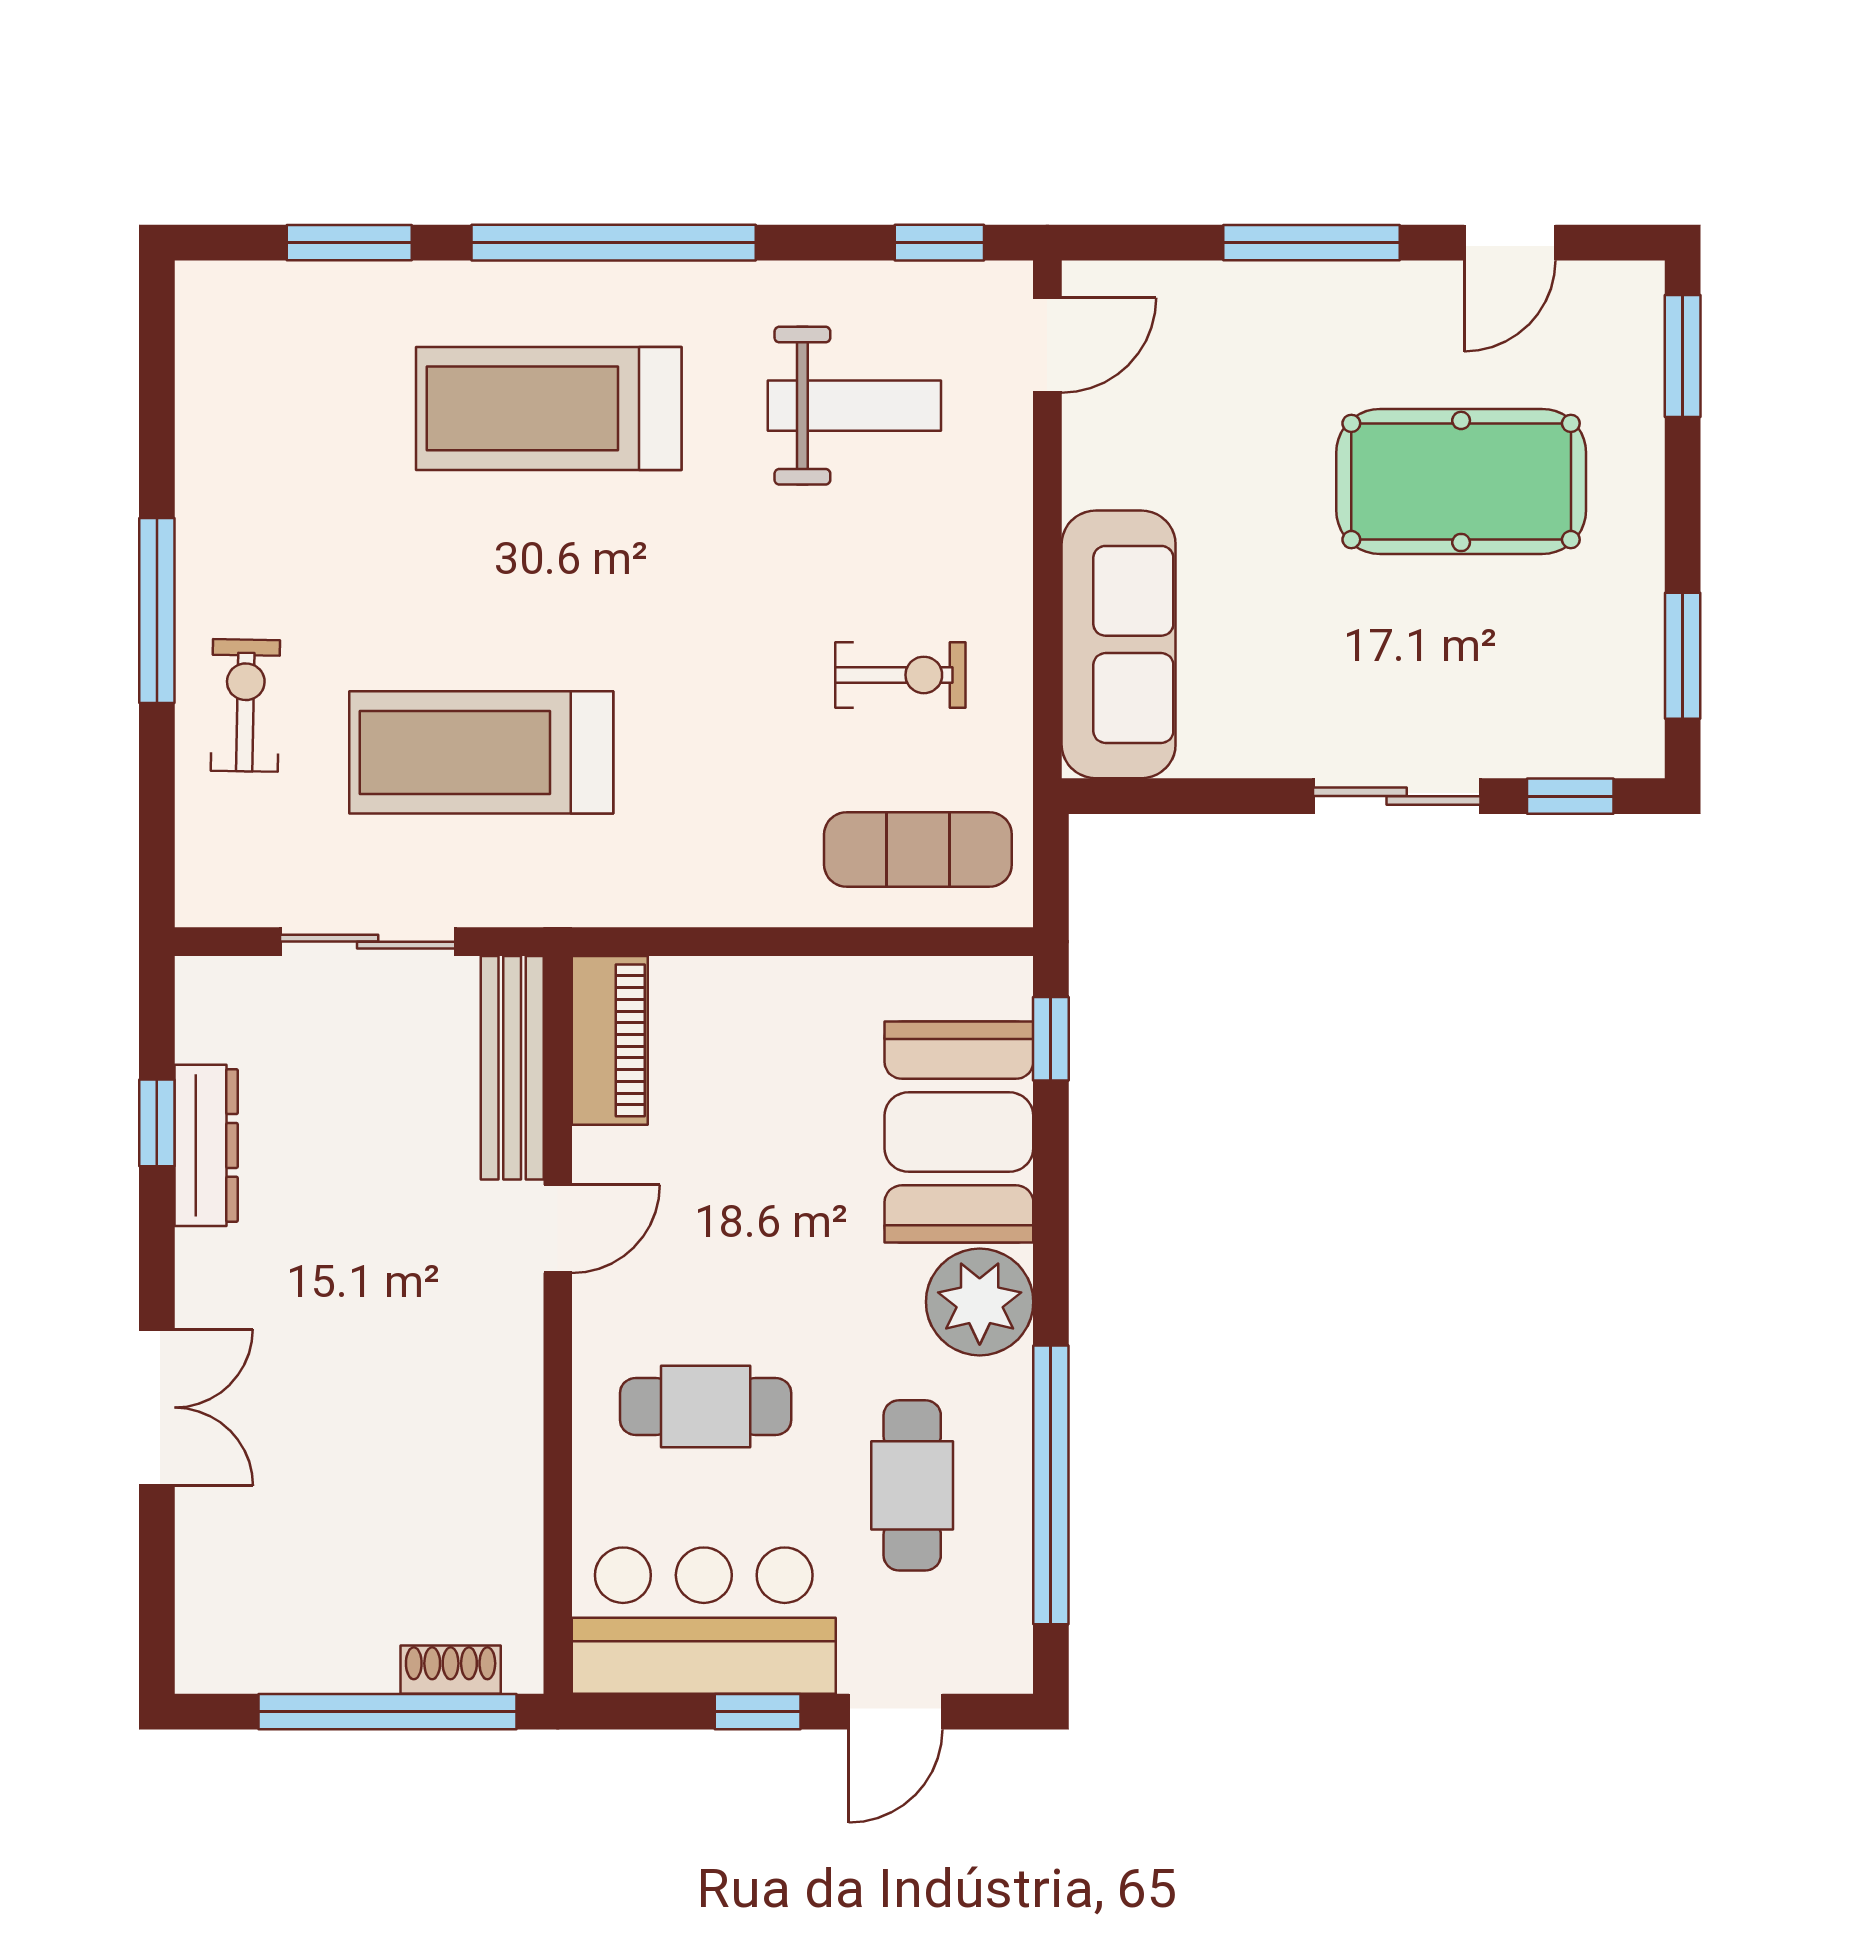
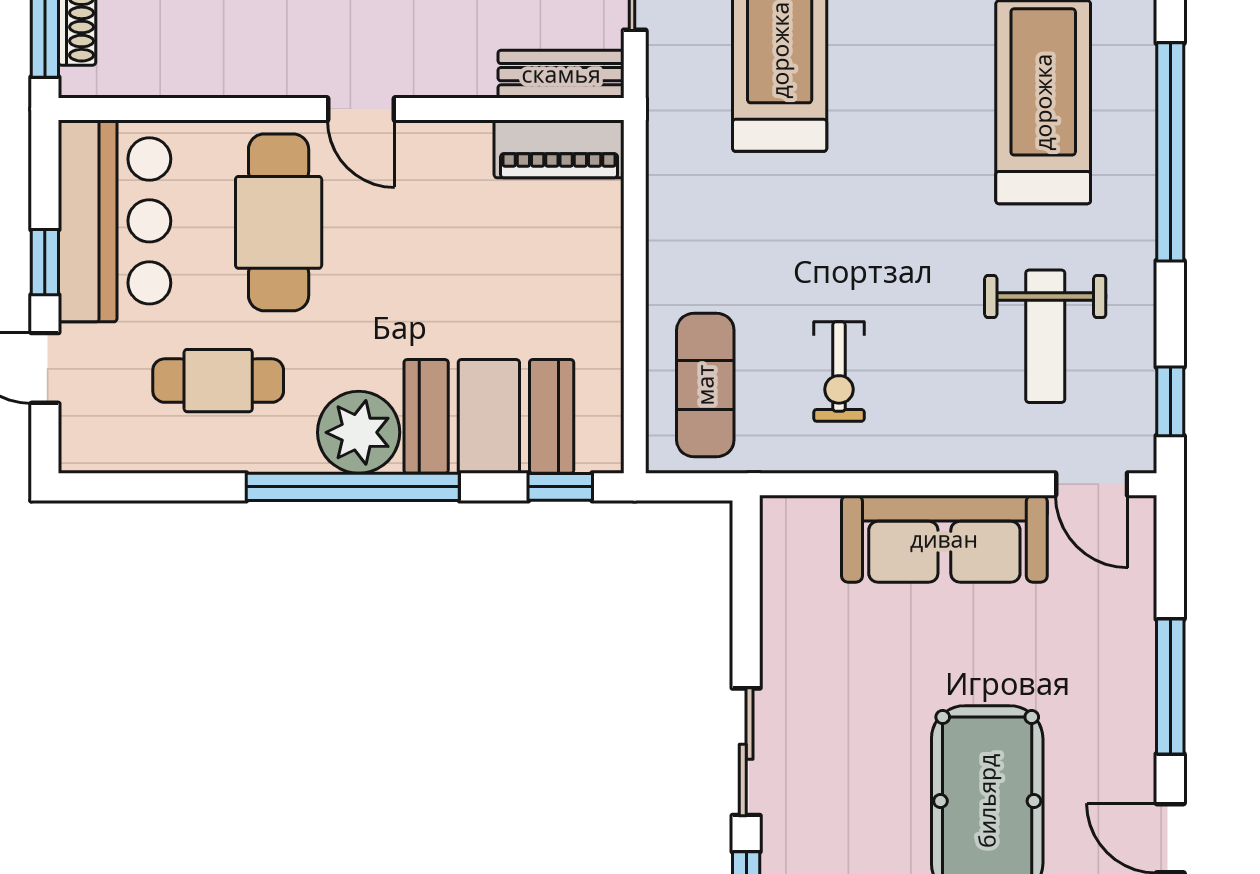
sofa: (1119, 644) -> (944, 539), moved
bench: (512, 1068) -> (561, 74), width x0.73
door: (558, 1229) -> (361, 109), moved
cafe table: (706, 1406) -> (279, 222), width x1.37, depth x1.35
window: (1051, 1485) -> (353, 487), moved

